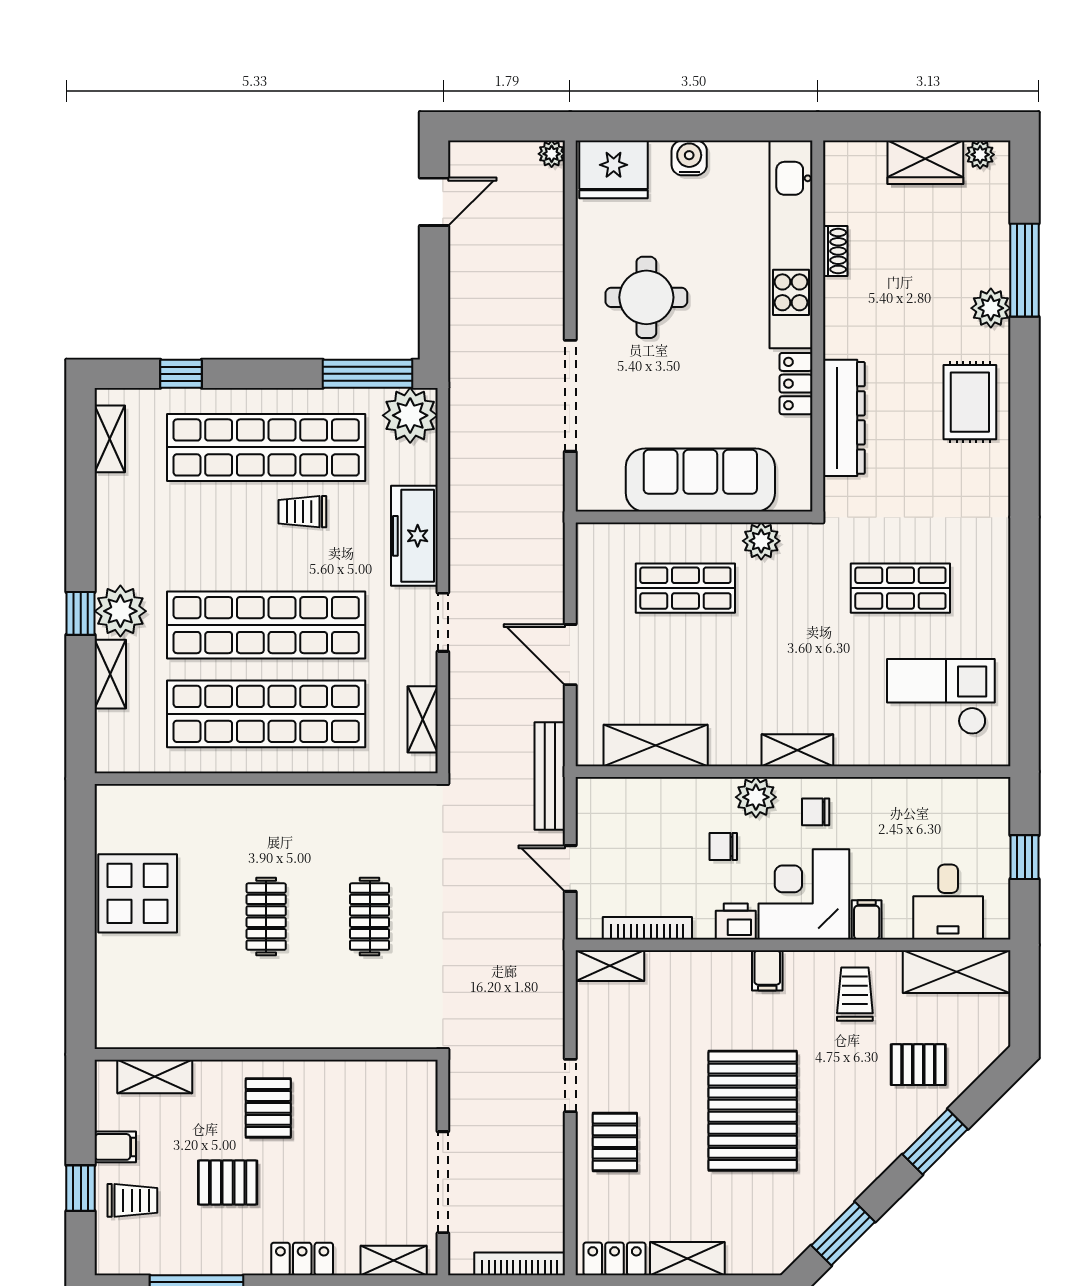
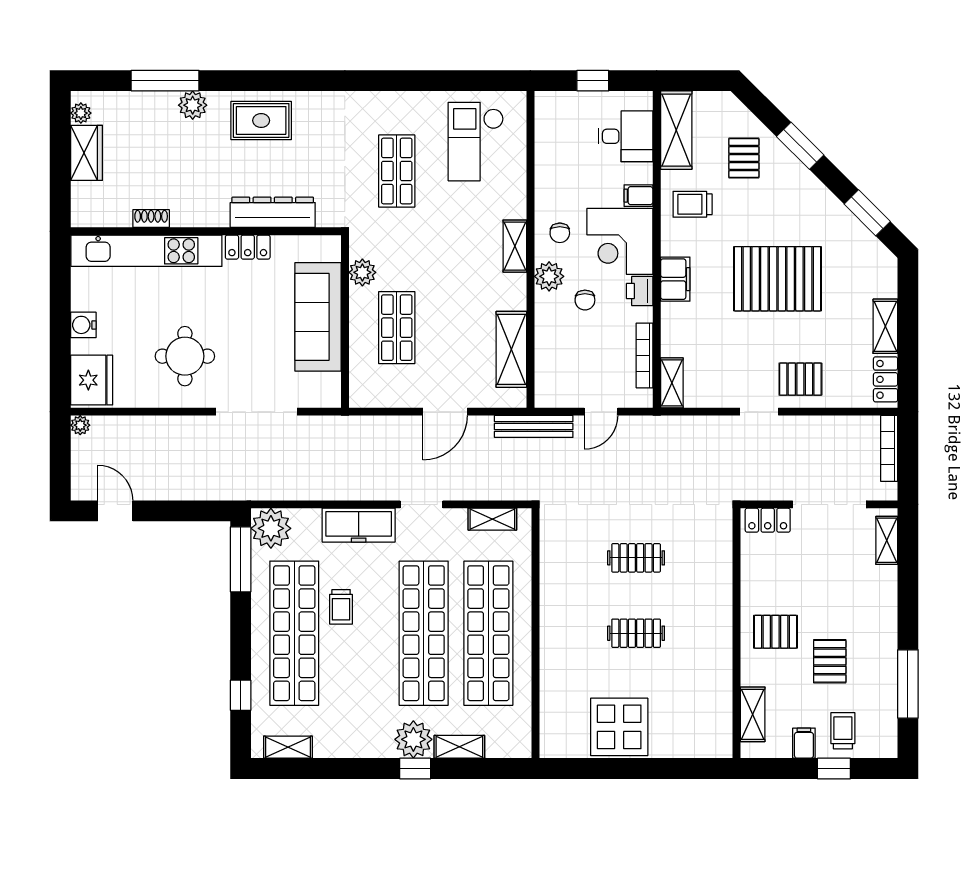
filing cabinet: (767, 970) -> (675, 279), width x2.00
locker: (302, 1259) -> (768, 520), moved, turned -90

